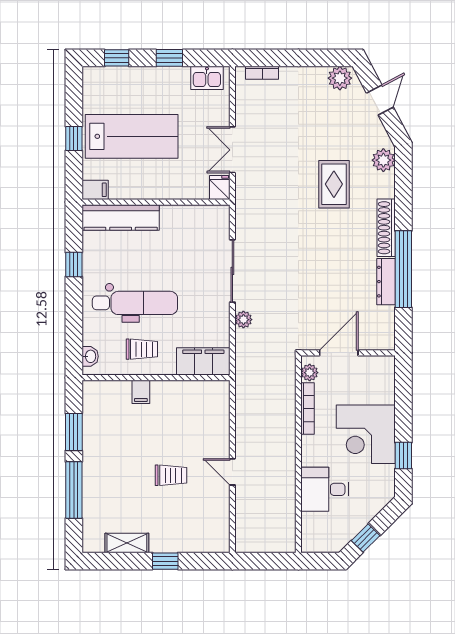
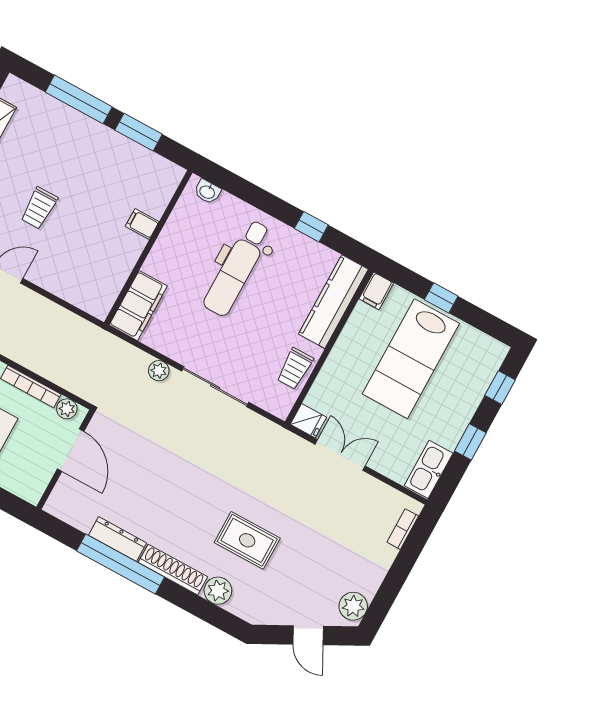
kitchen sink: (207, 78) -> (429, 469), width x1.38
plant: (383, 160) -> (218, 591), moved
trolley: (142, 349) -> (295, 369), moved

